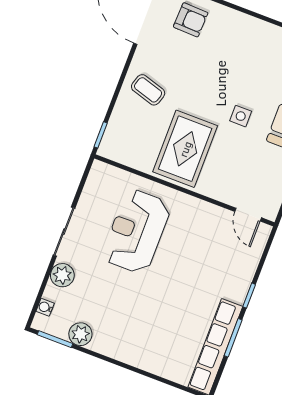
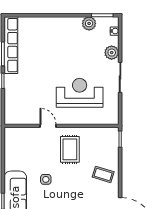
rug: (185, 149) -> (70, 149), width x0.73, depth x0.70
door: (248, 215) -> (48, 126), moved
reception desk: (137, 231) -> (80, 93), turned -90

